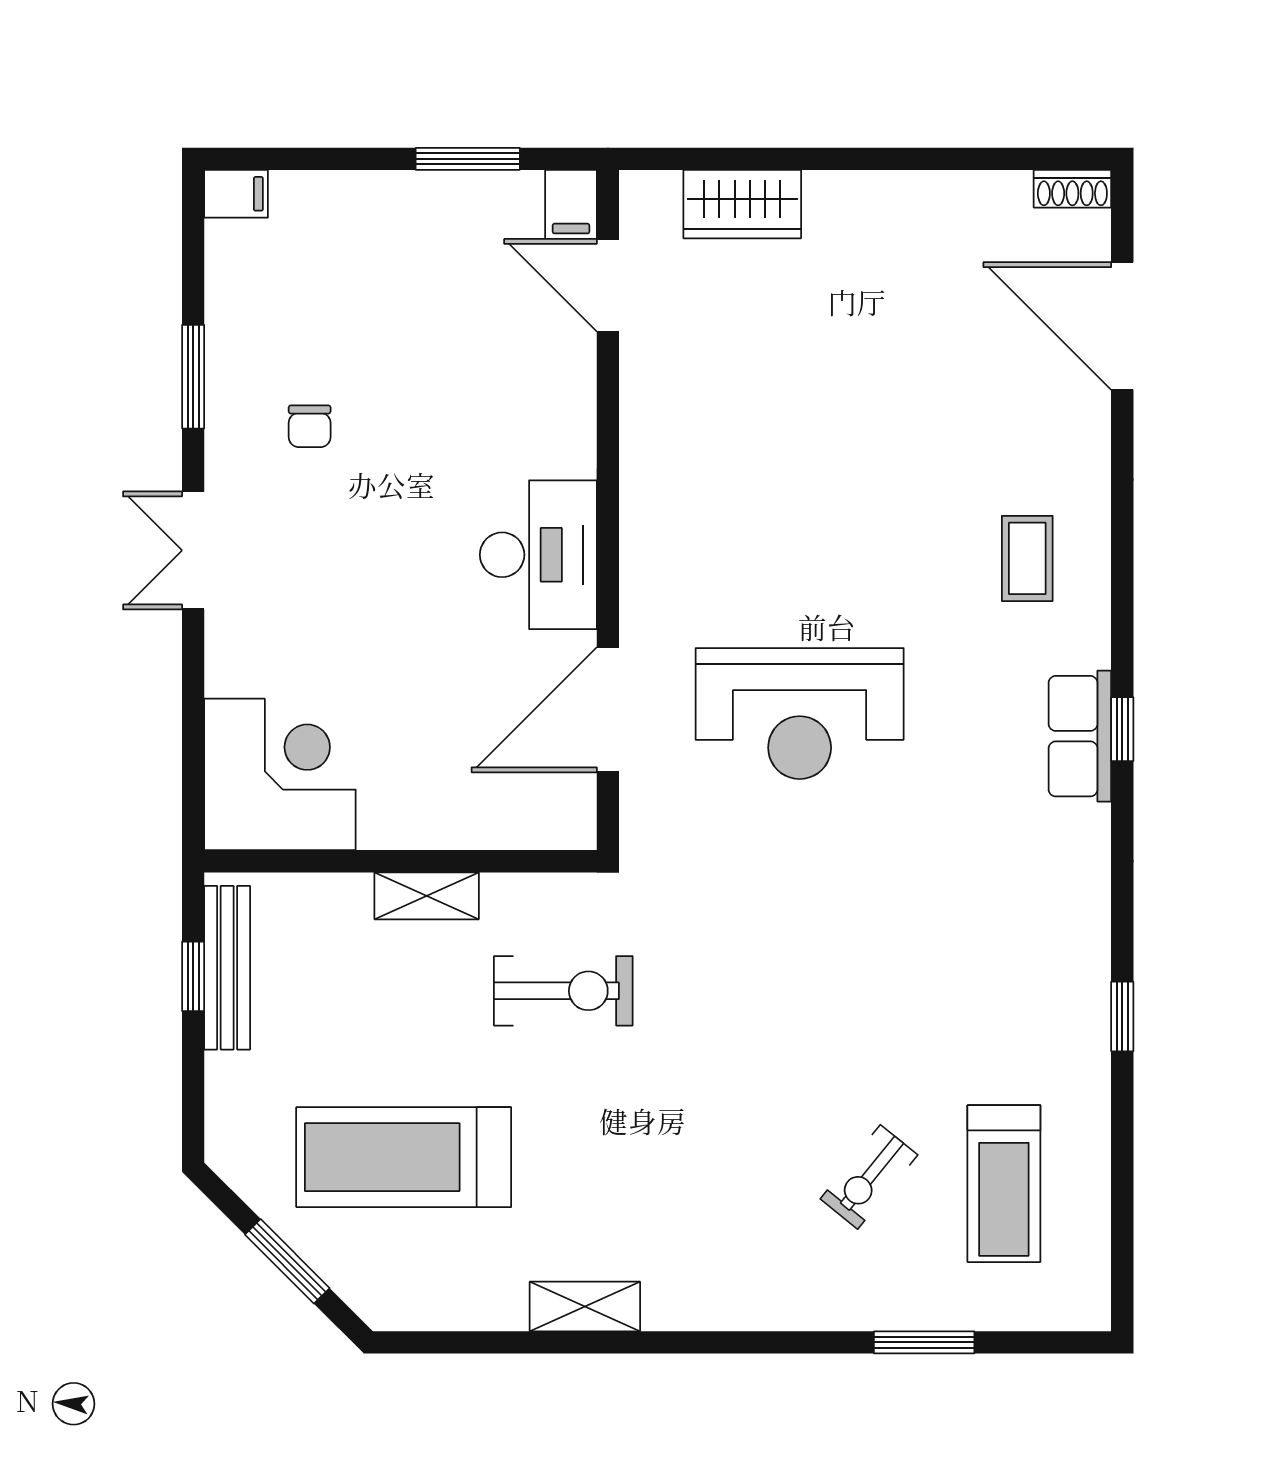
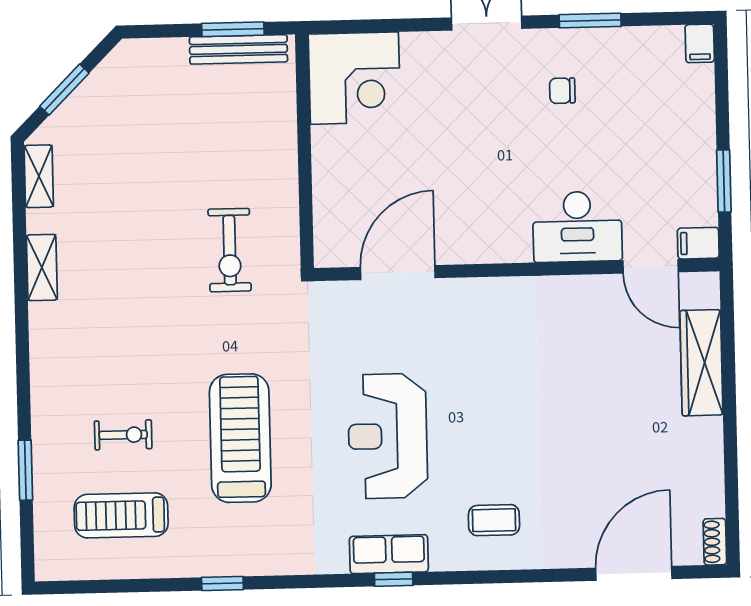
wardrobe: (742, 204) -> (701, 363), width x1.50
door: (608, 285) -> (651, 266), swing flipped
desk: (538, 555) -> (577, 227), moved
door: (608, 710) -> (398, 273), hinge flipped
reception desk: (800, 714) -> (388, 436), moved
shelving: (427, 896) -> (39, 176), moved
window: (193, 976) -> (233, 29), width x1.50
treadmill: (404, 1157) -> (240, 438), moved
exercise bike: (869, 1177) -> (123, 435), turned 141

